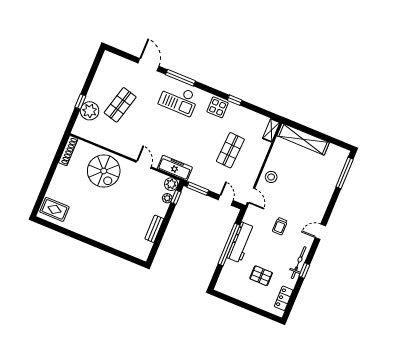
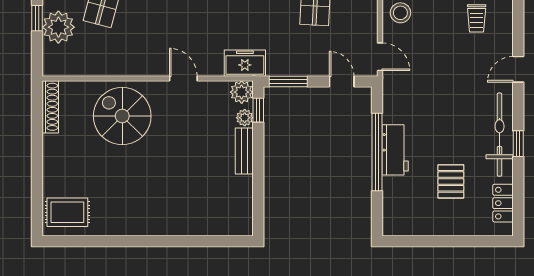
freezer: (175, 168) -> (245, 63), width x0.71
spiral stairs: (104, 171) -> (122, 116), turned 180
trolley: (280, 226) -> (477, 18), moved
bench: (154, 229) -> (244, 151), moved
workbench: (241, 242) -> (395, 150), width x0.73
bicycle: (299, 263) -> (500, 135), width x1.37, depth x1.40
pallet: (261, 276) -> (451, 181), turned 90

